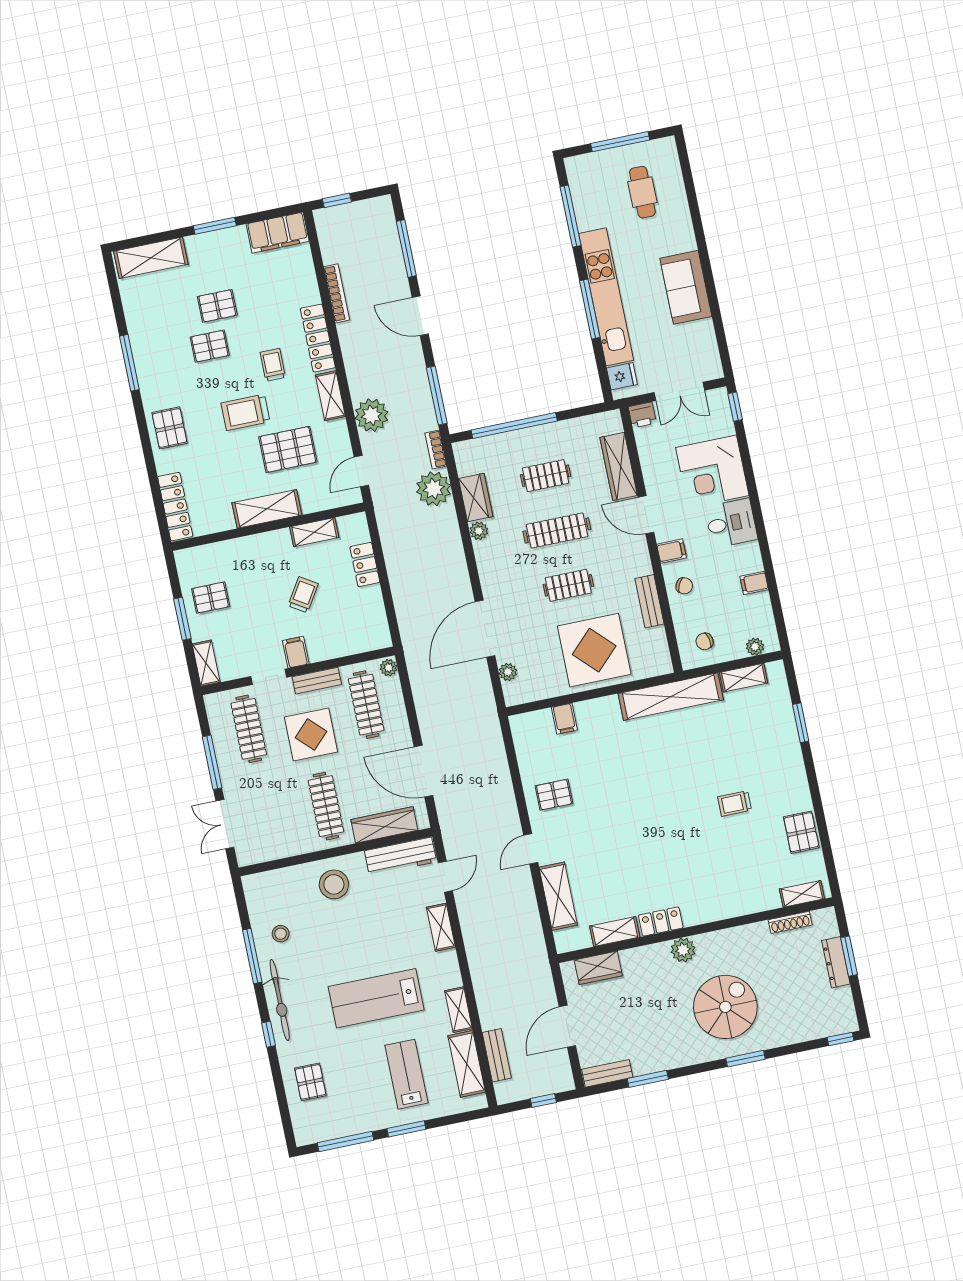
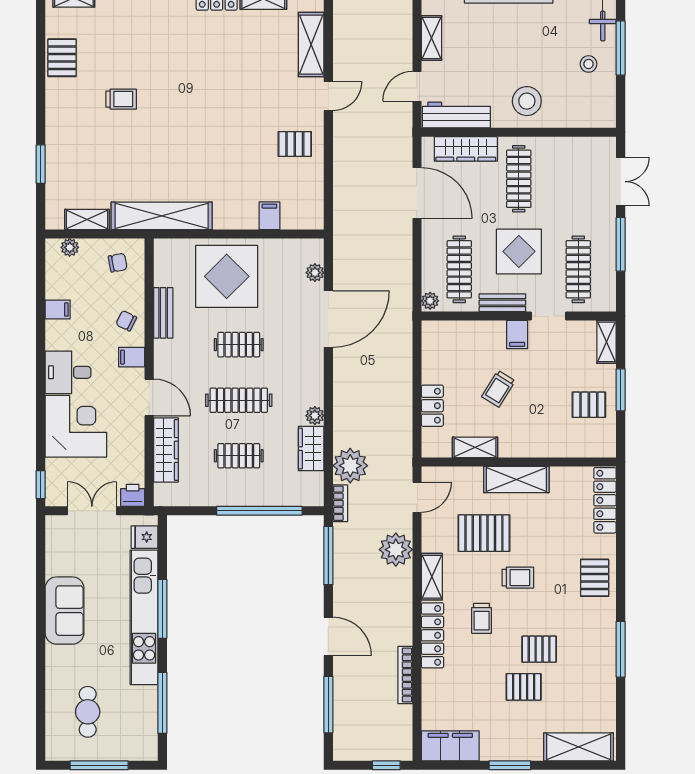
trolley: (245, 412) -> (518, 578), width x0.73, depth x0.72

